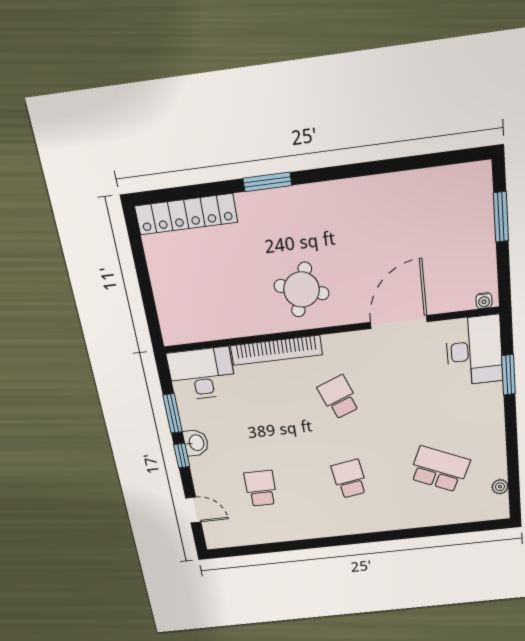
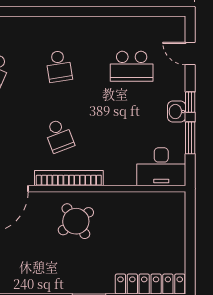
round table: (302, 290) -> (76, 221), turned 38
bookcase: (276, 350) -> (69, 178), moved
school desk: (261, 488) -> (132, 66), width x1.85

